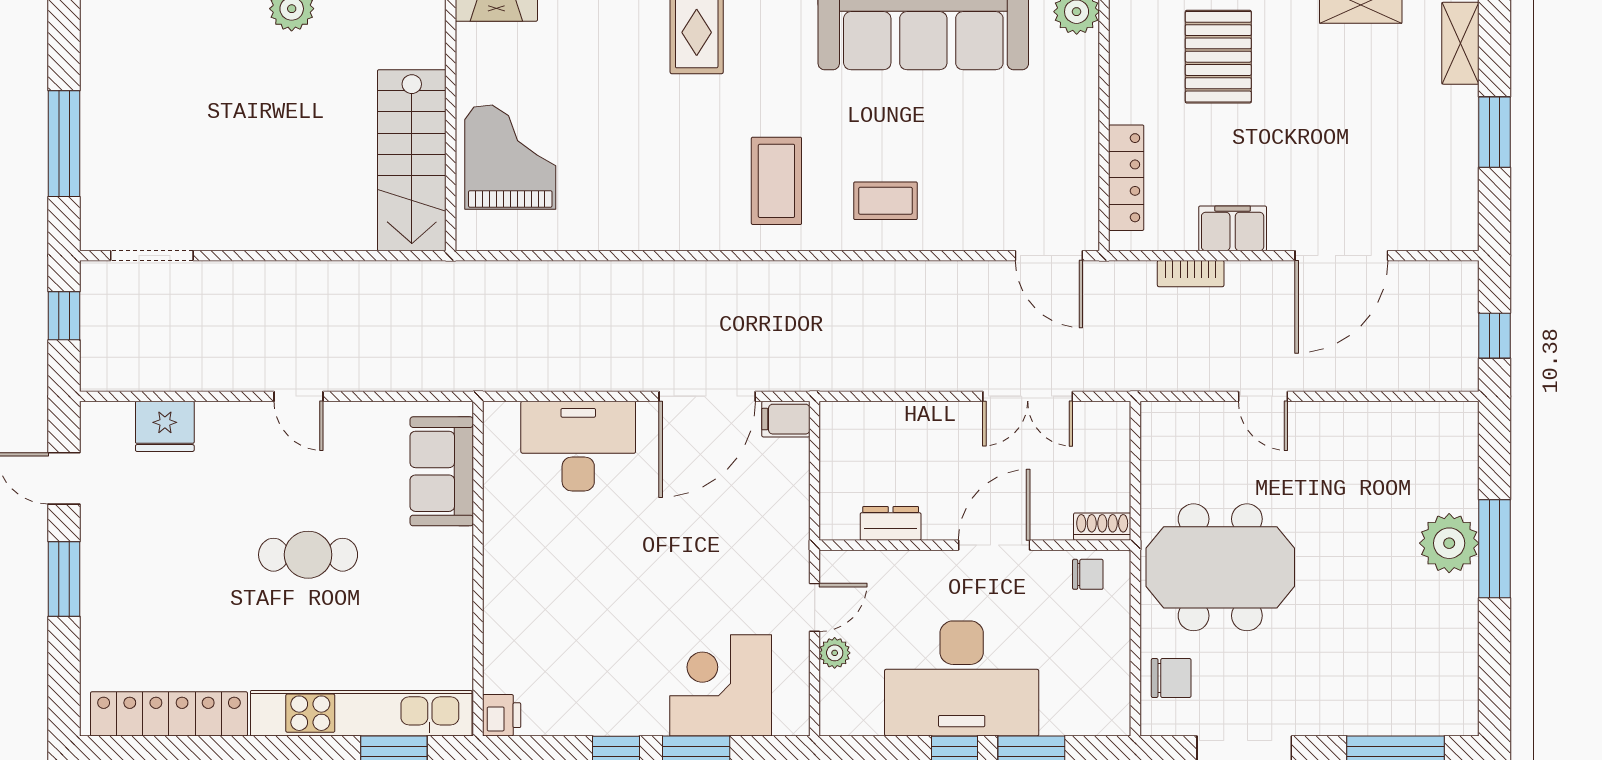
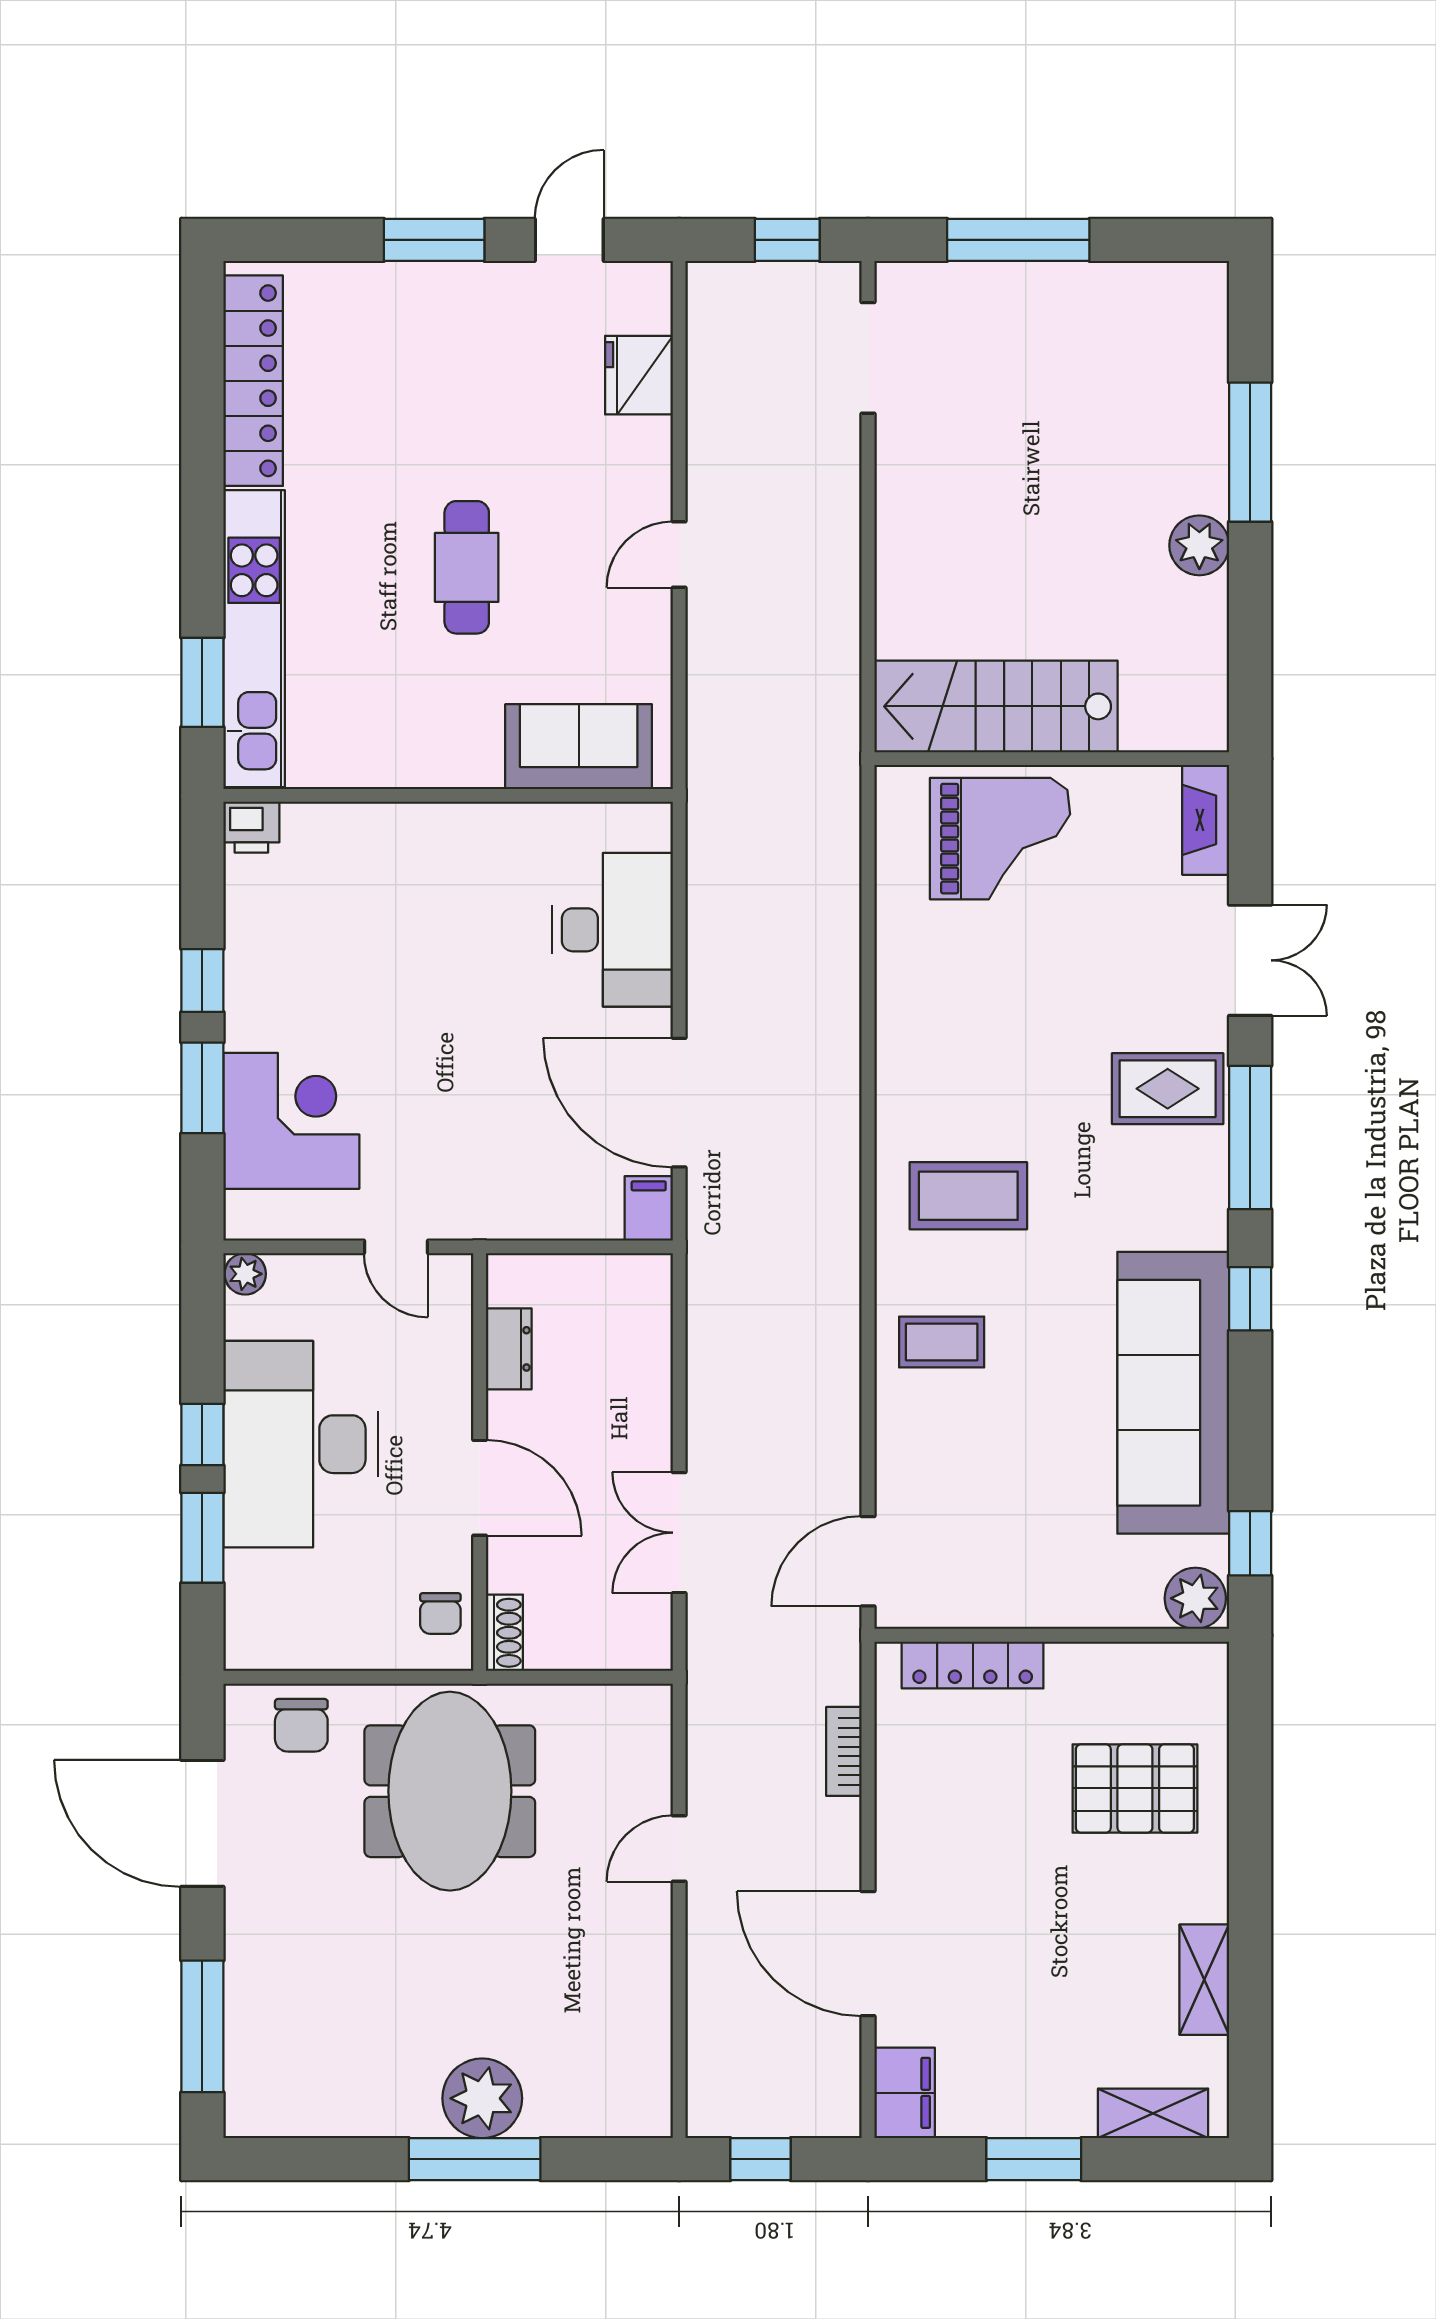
coffee table: (885, 201) -> (942, 1342), turned 90
filing cabinet: (1233, 228) -> (905, 2093), moved
plant: (835, 653) -> (245, 1274), moved

